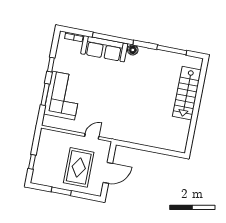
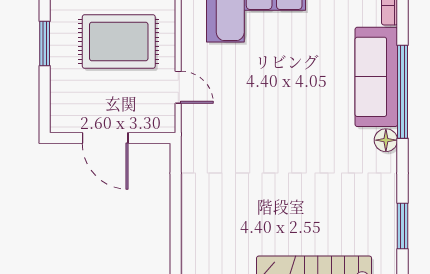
window: (172, 50) -> (403, 226), width x0.69
rug: (79, 167) -> (119, 42), moved

